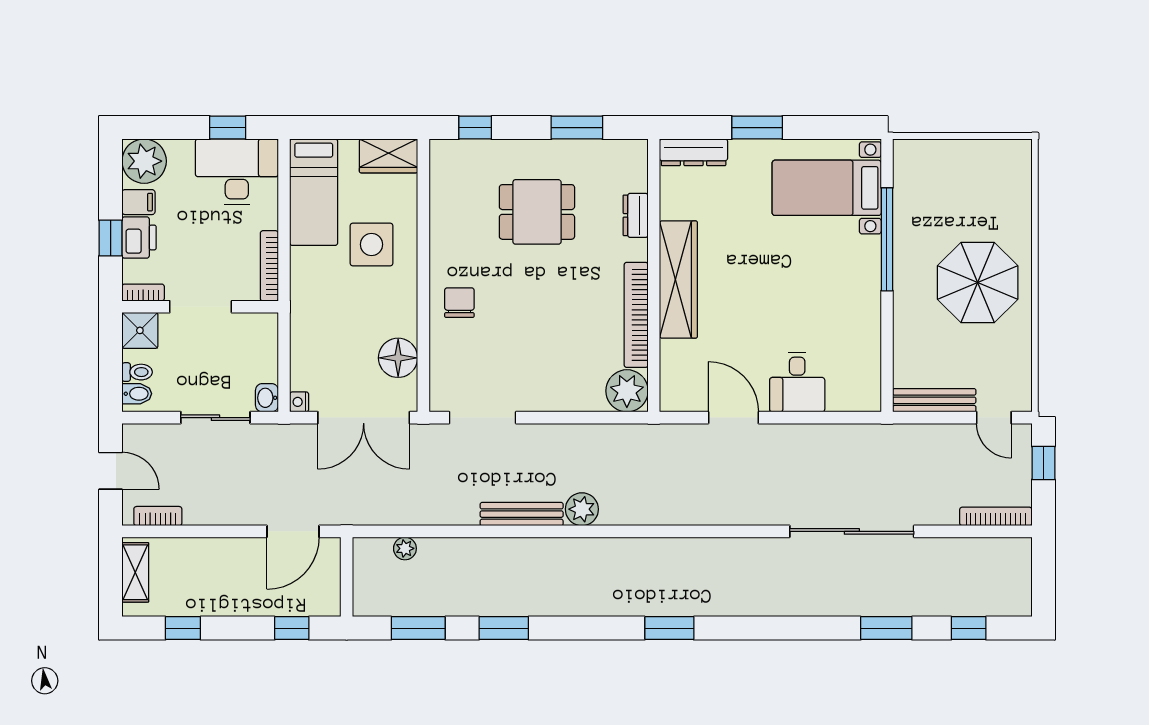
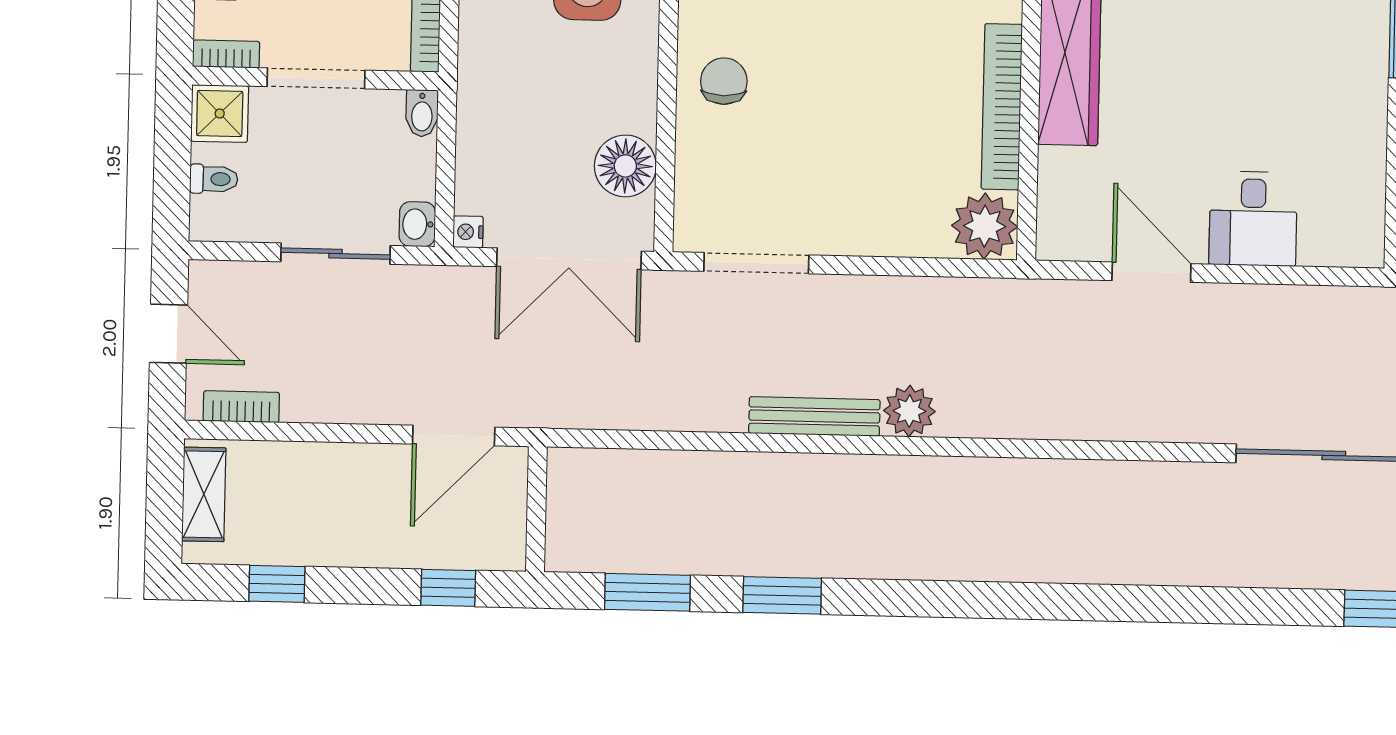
bidet: (137, 394) -> (422, 113), moved, turned 90
plant: (405, 548) -> (629, 466), removed
window: (669, 628) -> (1043, 601), removed

